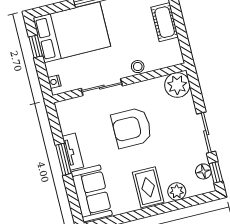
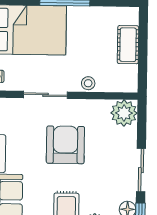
armchair: (132, 128) -> (65, 145), turned 90

